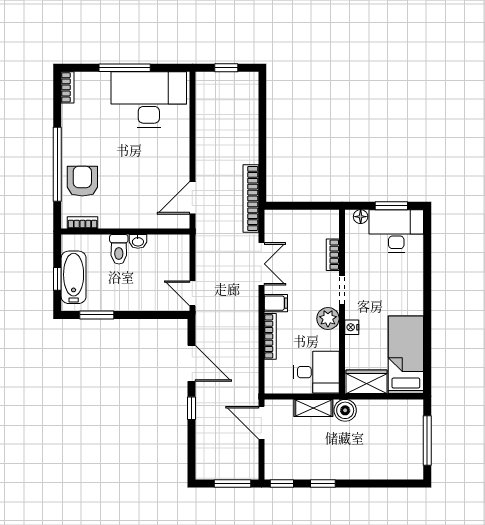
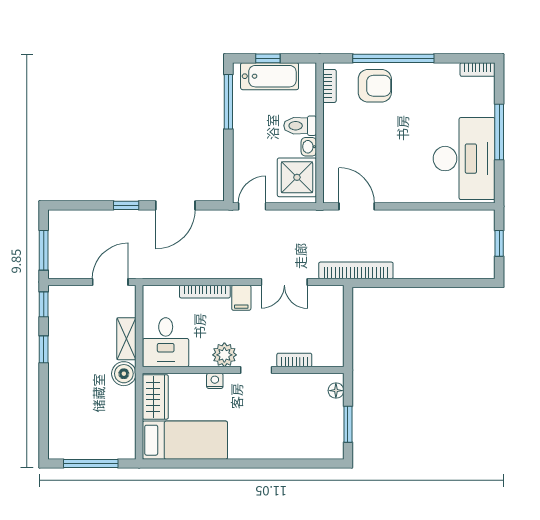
desk: (396, 231) -> (320, 430), removed
shower: (166, 252) -> (297, 177), added
window: (97, 315) -> (228, 102), width x1.44

